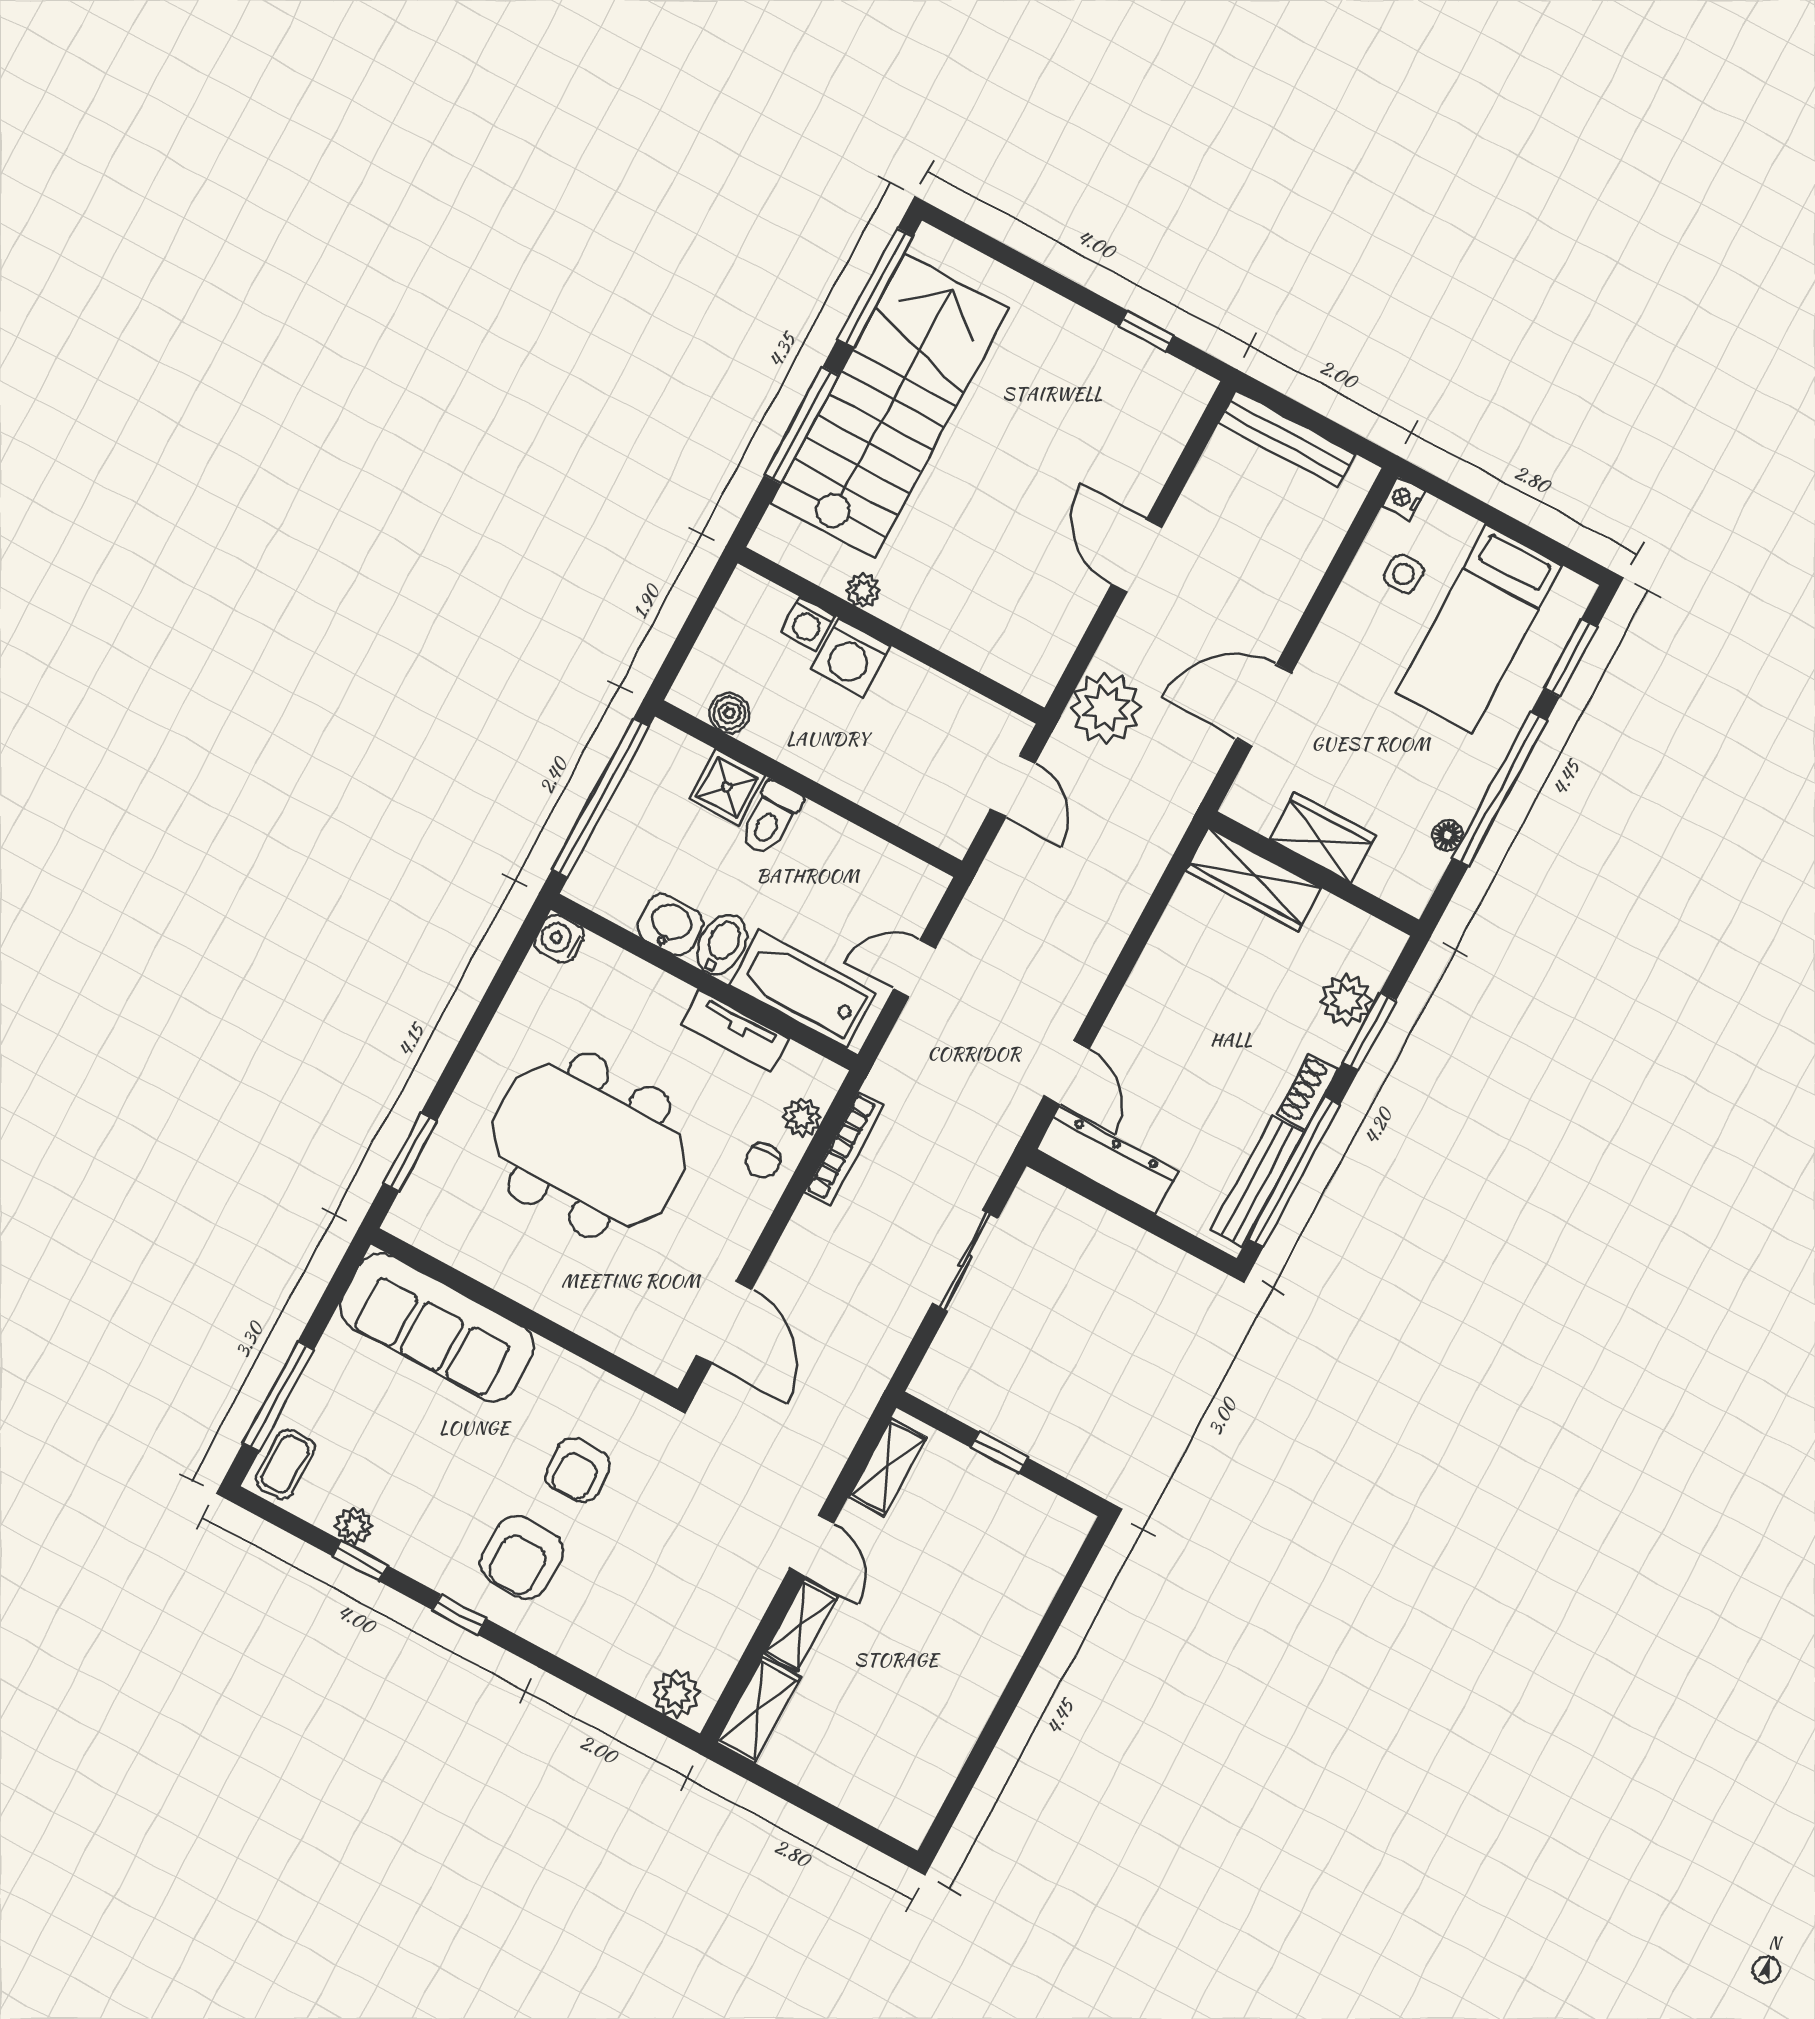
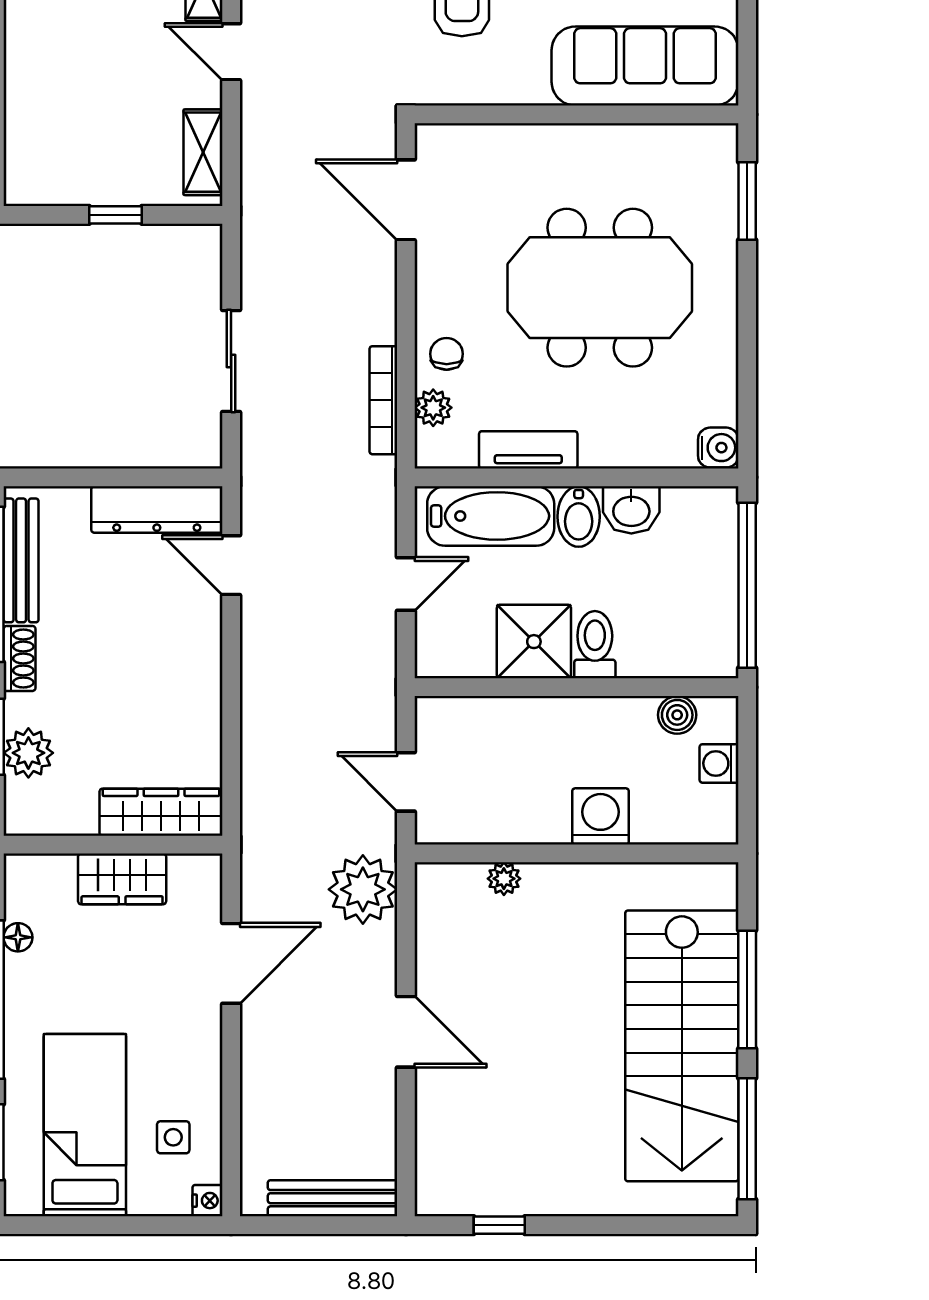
plant: (863, 590) -> (504, 879), moved
washing machine: (808, 624) -> (719, 763), moved, turned -90
shower: (727, 787) -> (534, 642), moved, width x1.36, depth x1.36

